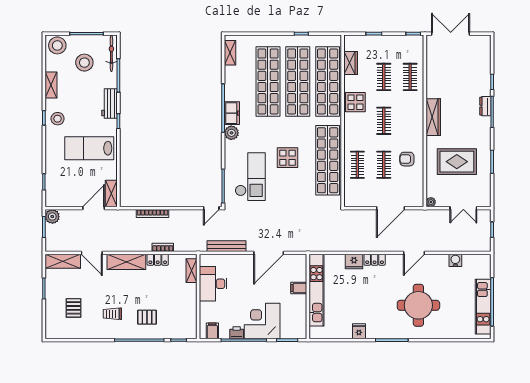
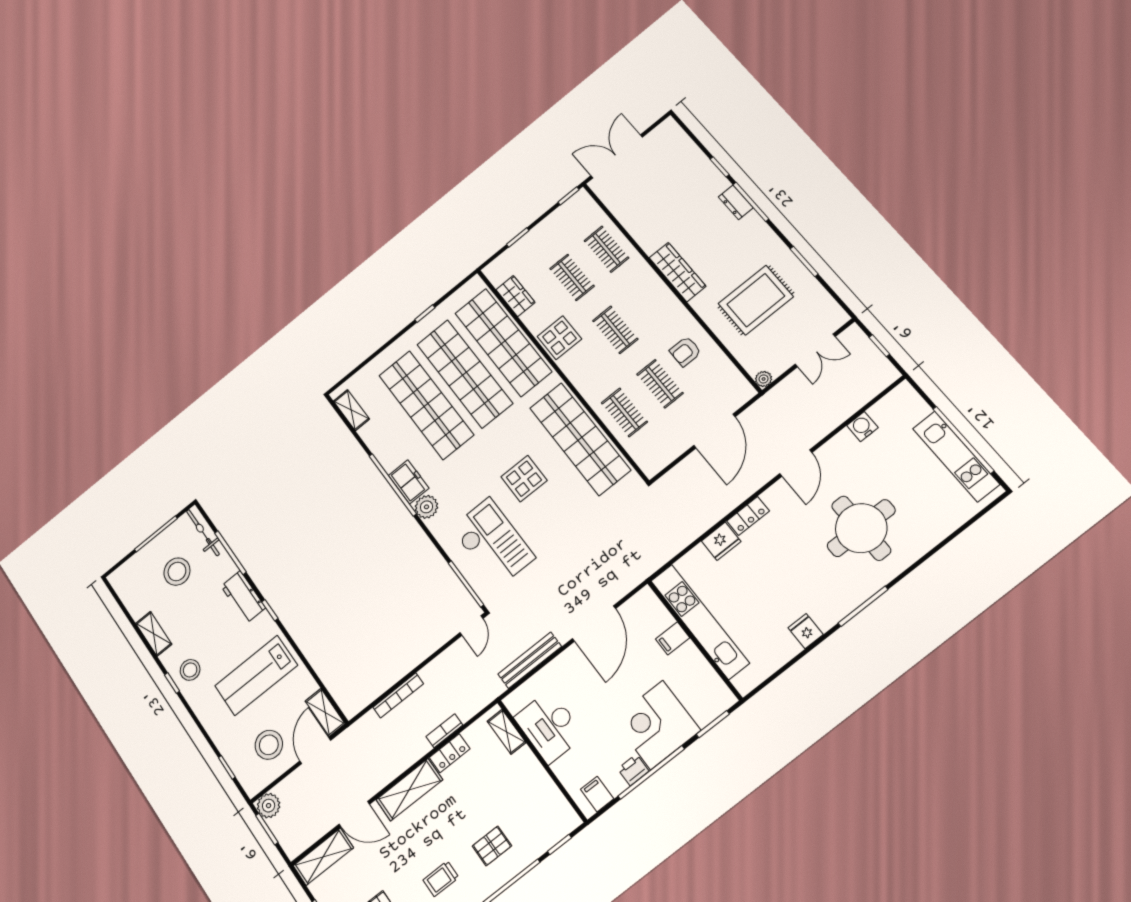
stool: (57, 45) -> (269, 745), moved

